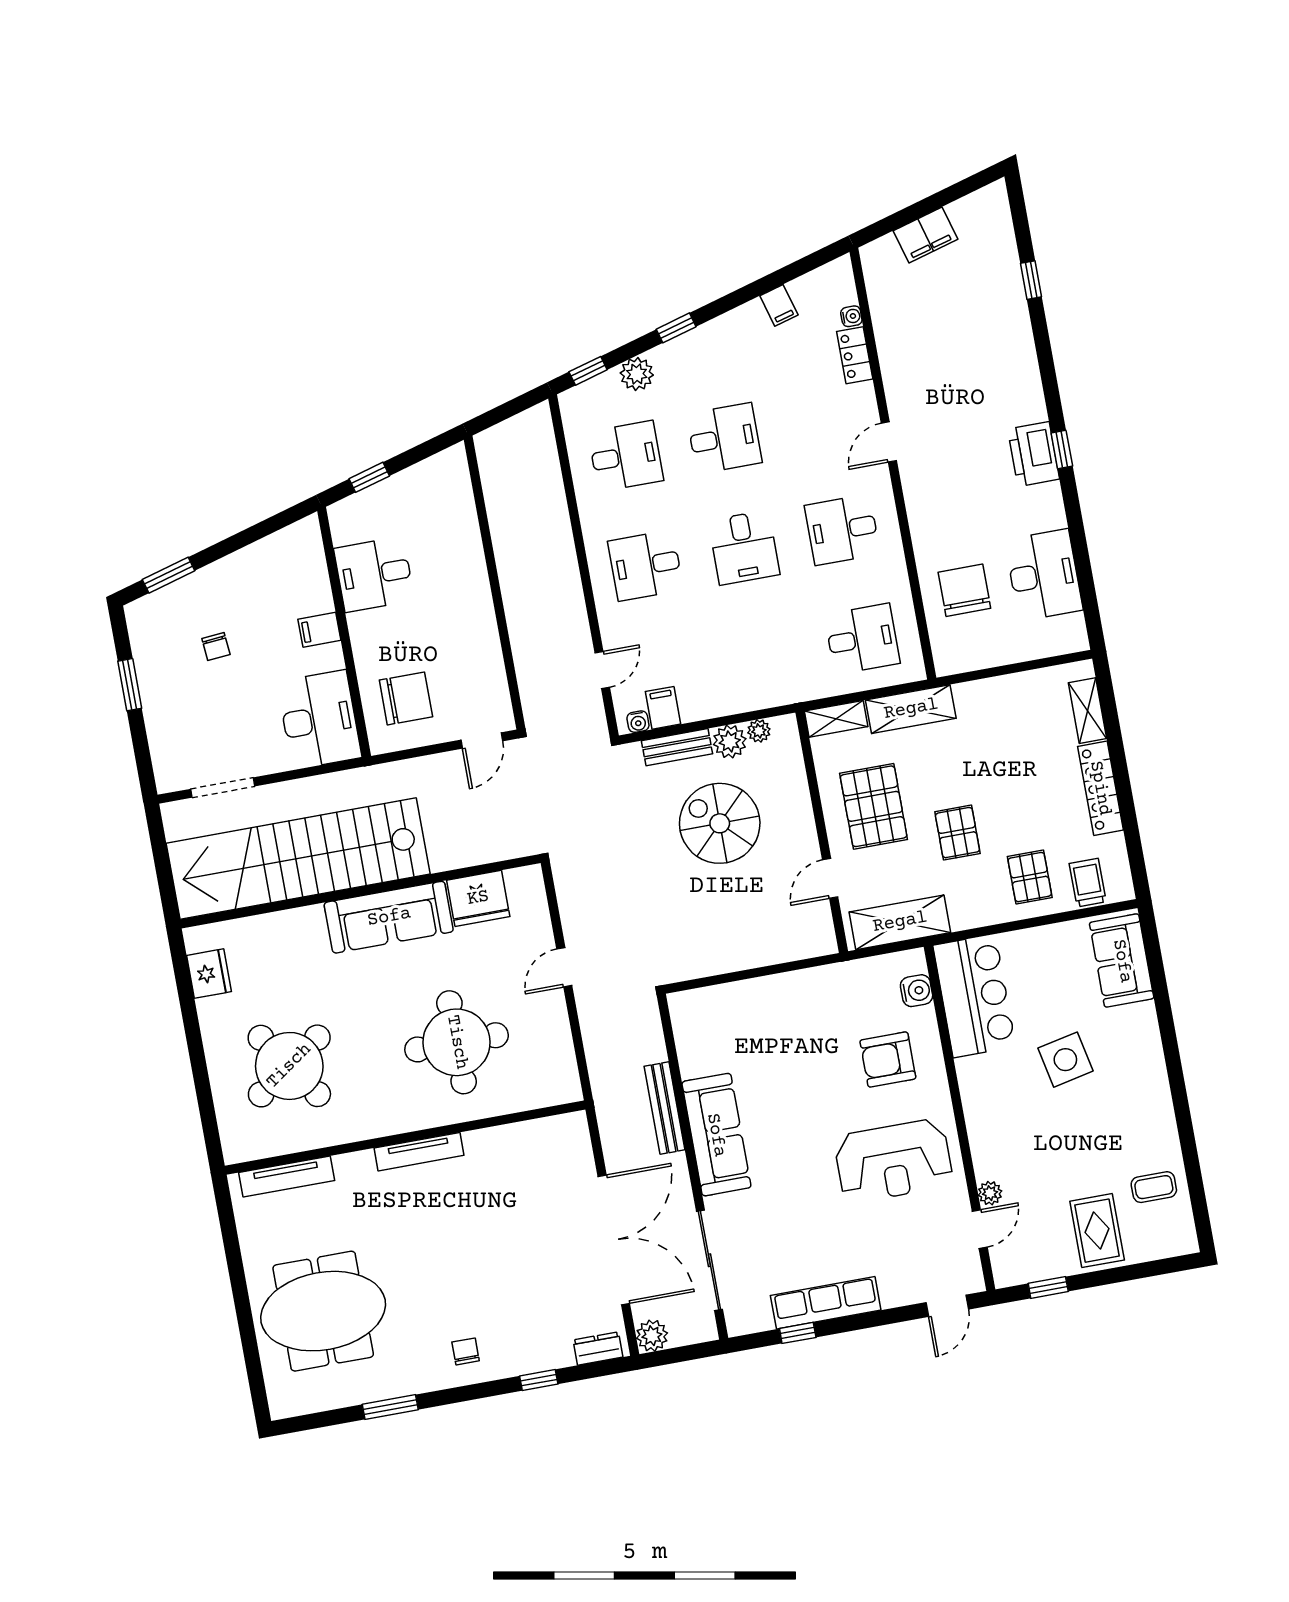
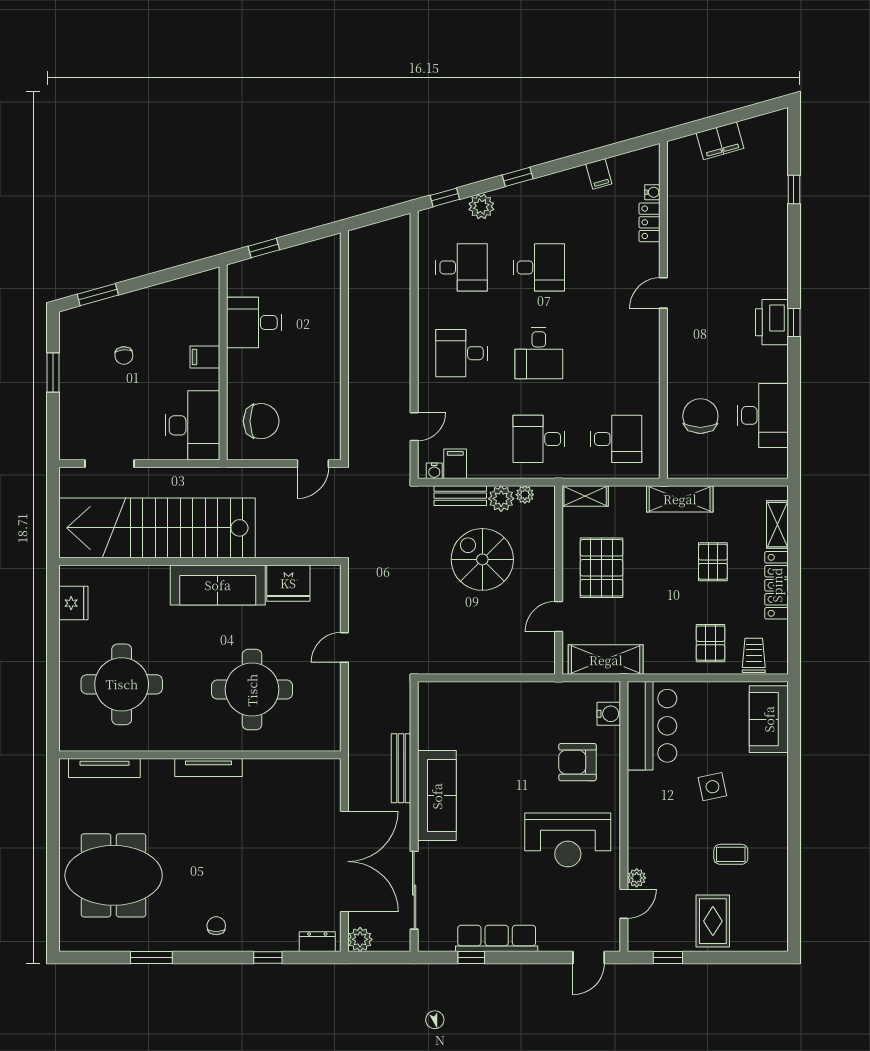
desk: (842, 530) -> (539, 439), moved
shelving: (911, 709) -> (680, 499), moved
pallet: (957, 833) -> (713, 562), moved
side table: (1065, 1060) -> (712, 787), width x0.73, depth x0.73
round table: (289, 1066) -> (122, 684), turned 35
coffee table: (1154, 1187) -> (731, 854), moved

